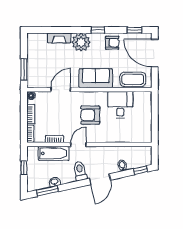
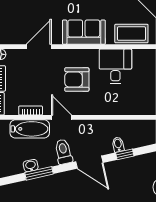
door: (79, 144) -> (62, 117), hinge flipped
window: (141, 170) -> (125, 154), moved
door: (100, 179) -> (89, 162), hinge flipped
window: (47, 191) -> (39, 173), moved

